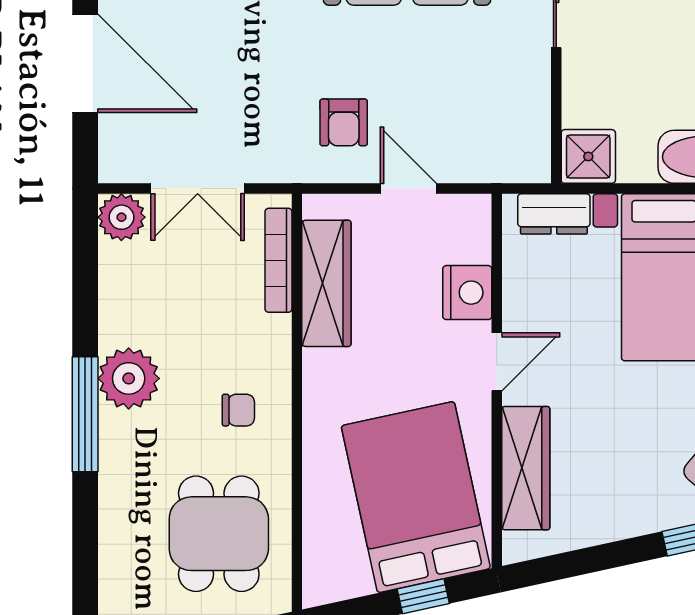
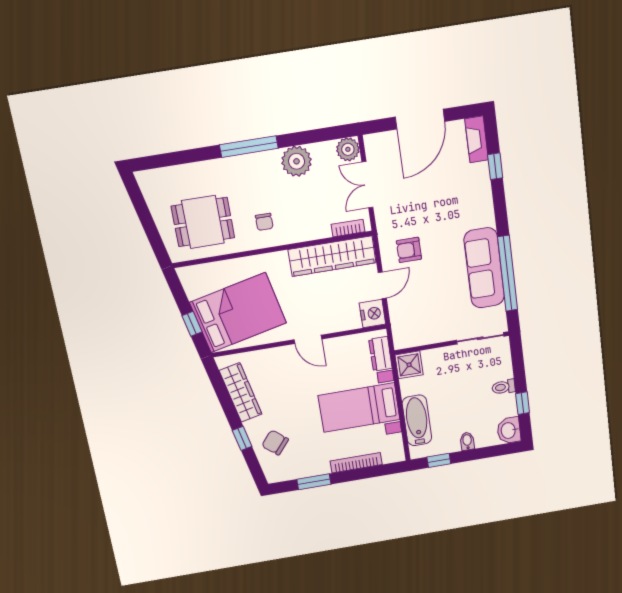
bookcase: (278, 260) -> (348, 228), width x0.64
wardrobe: (326, 283) -> (332, 256), width x1.40, depth x1.17
nightstand: (467, 293) -> (372, 314), moved, turned -90
plant: (129, 378) -> (297, 161), moved
wardrobe: (526, 468) -> (241, 392), moved, turned -102

